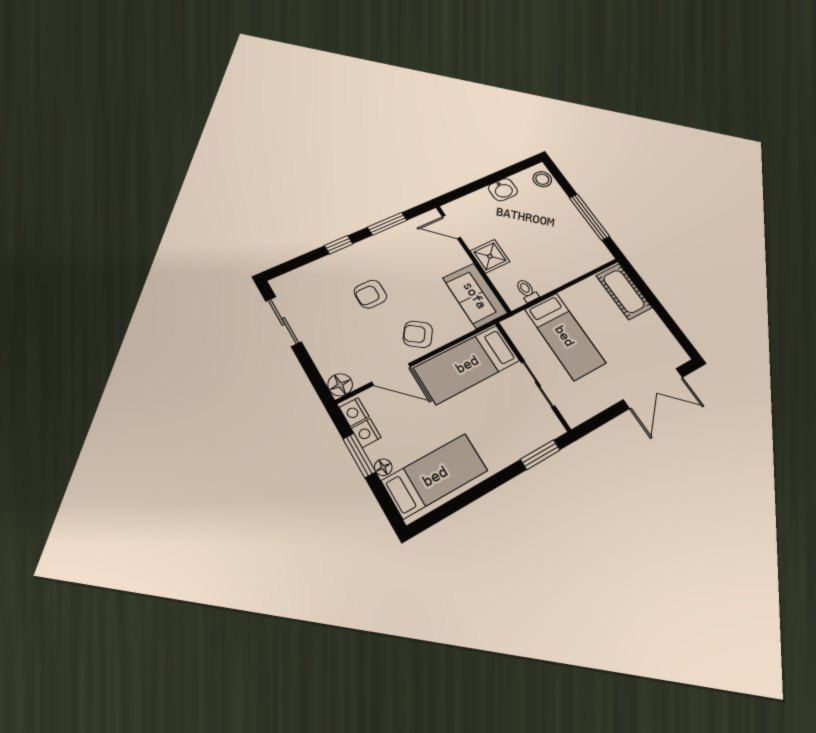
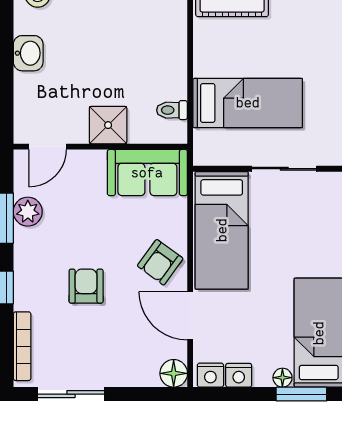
plant: (400, 235) -> (28, 212), added
bookcase: (301, 273) -> (22, 346), added
armchair: (370, 294) -> (86, 286), turned 180
door: (391, 374) -> (190, 316), swing flipped
window: (359, 455) -> (301, 394), moved

